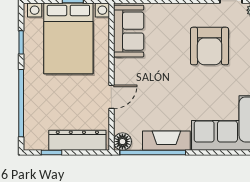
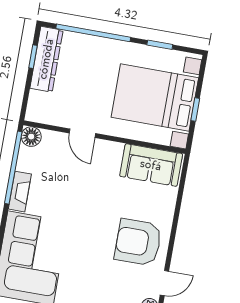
armchair: (210, 46) -> (138, 242), moved
dresser: (77, 140) -> (46, 59), moved
fireplace: (166, 141) -> (20, 192), width x0.73, depth x0.76

